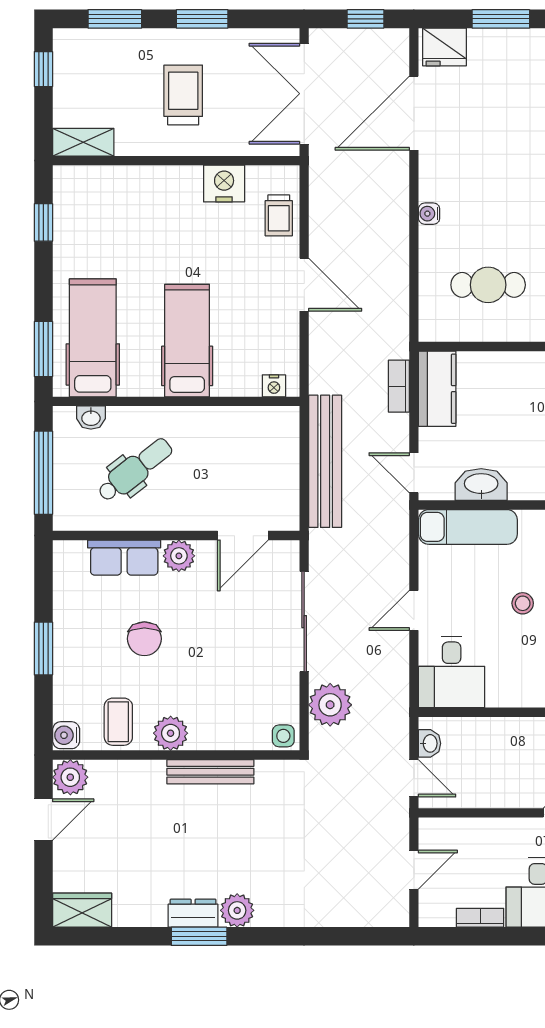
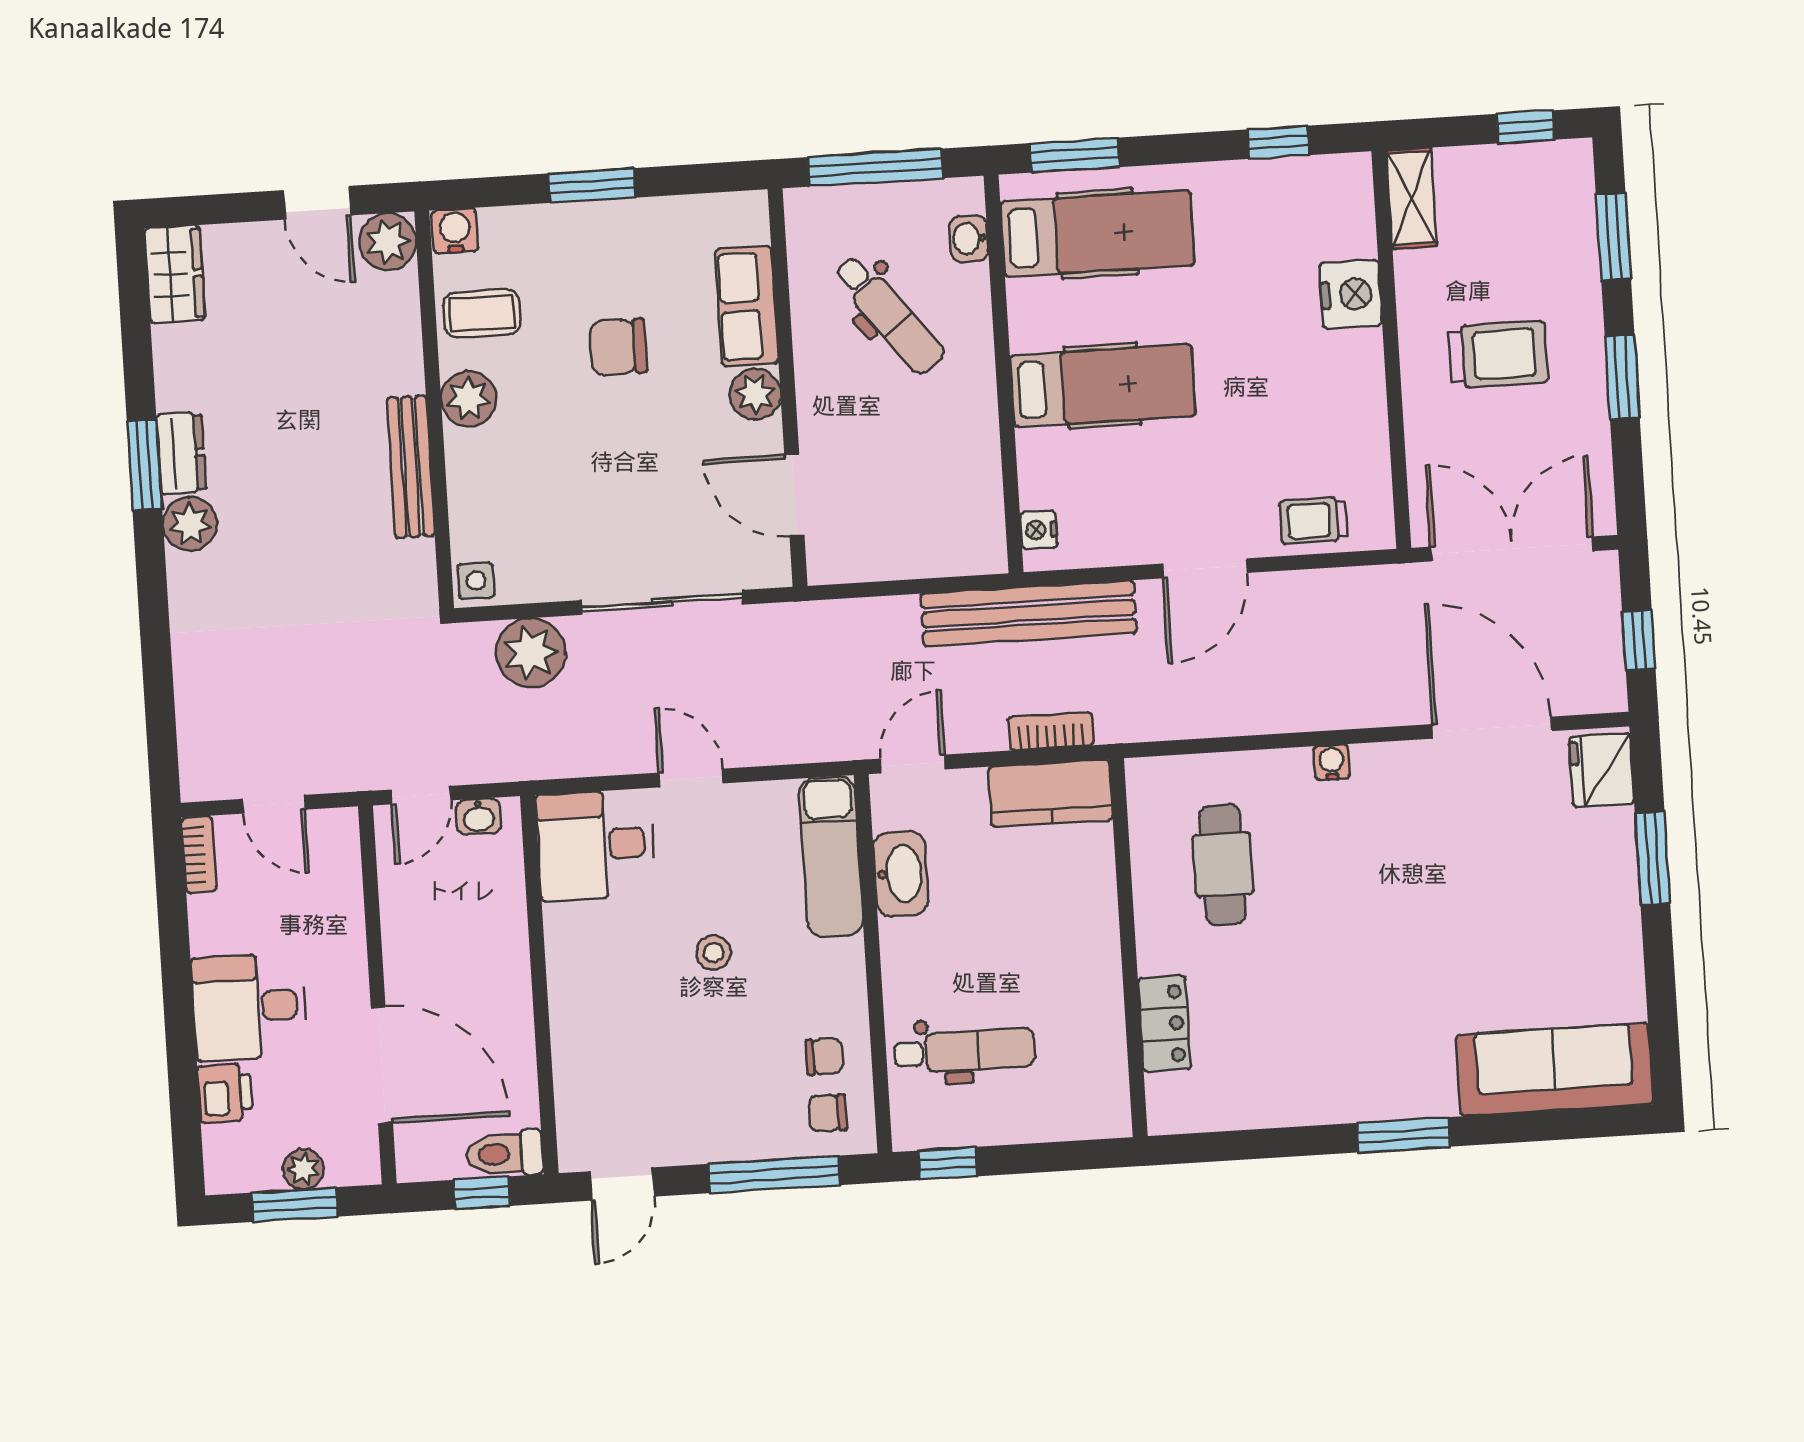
nightstand: (224, 184) -> (1351, 294), moved
bench: (325, 461) -> (1029, 613), moved
bookcase: (480, 918) -> (199, 854), moved

